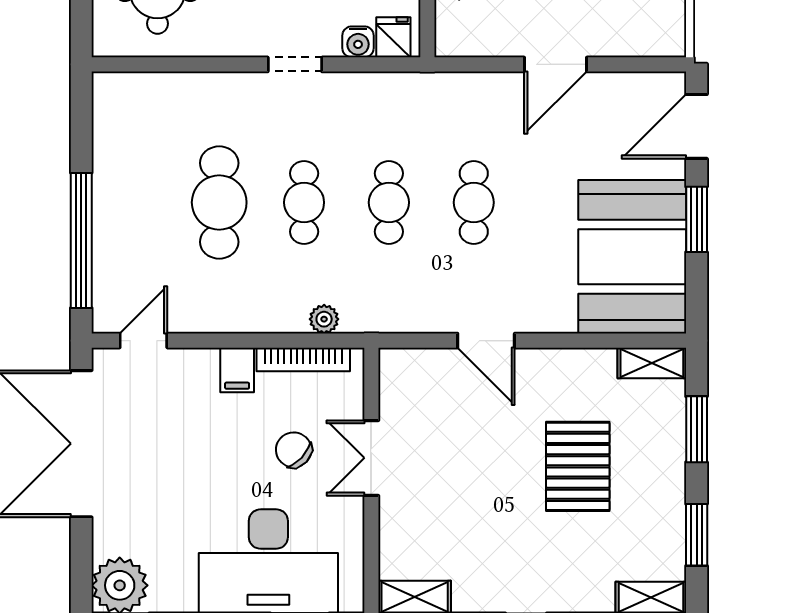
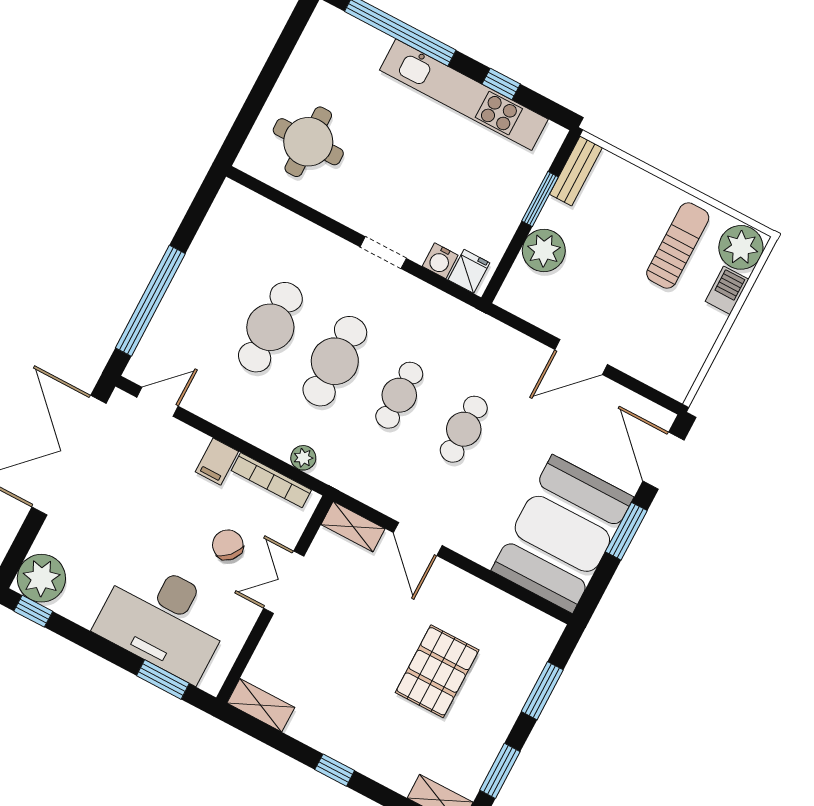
door: (697, 126) -> (663, 461), hinge flipped
cafe table: (304, 202) -> (335, 361), width x1.37, depth x1.35
shelving: (652, 363) -> (353, 527), moved

